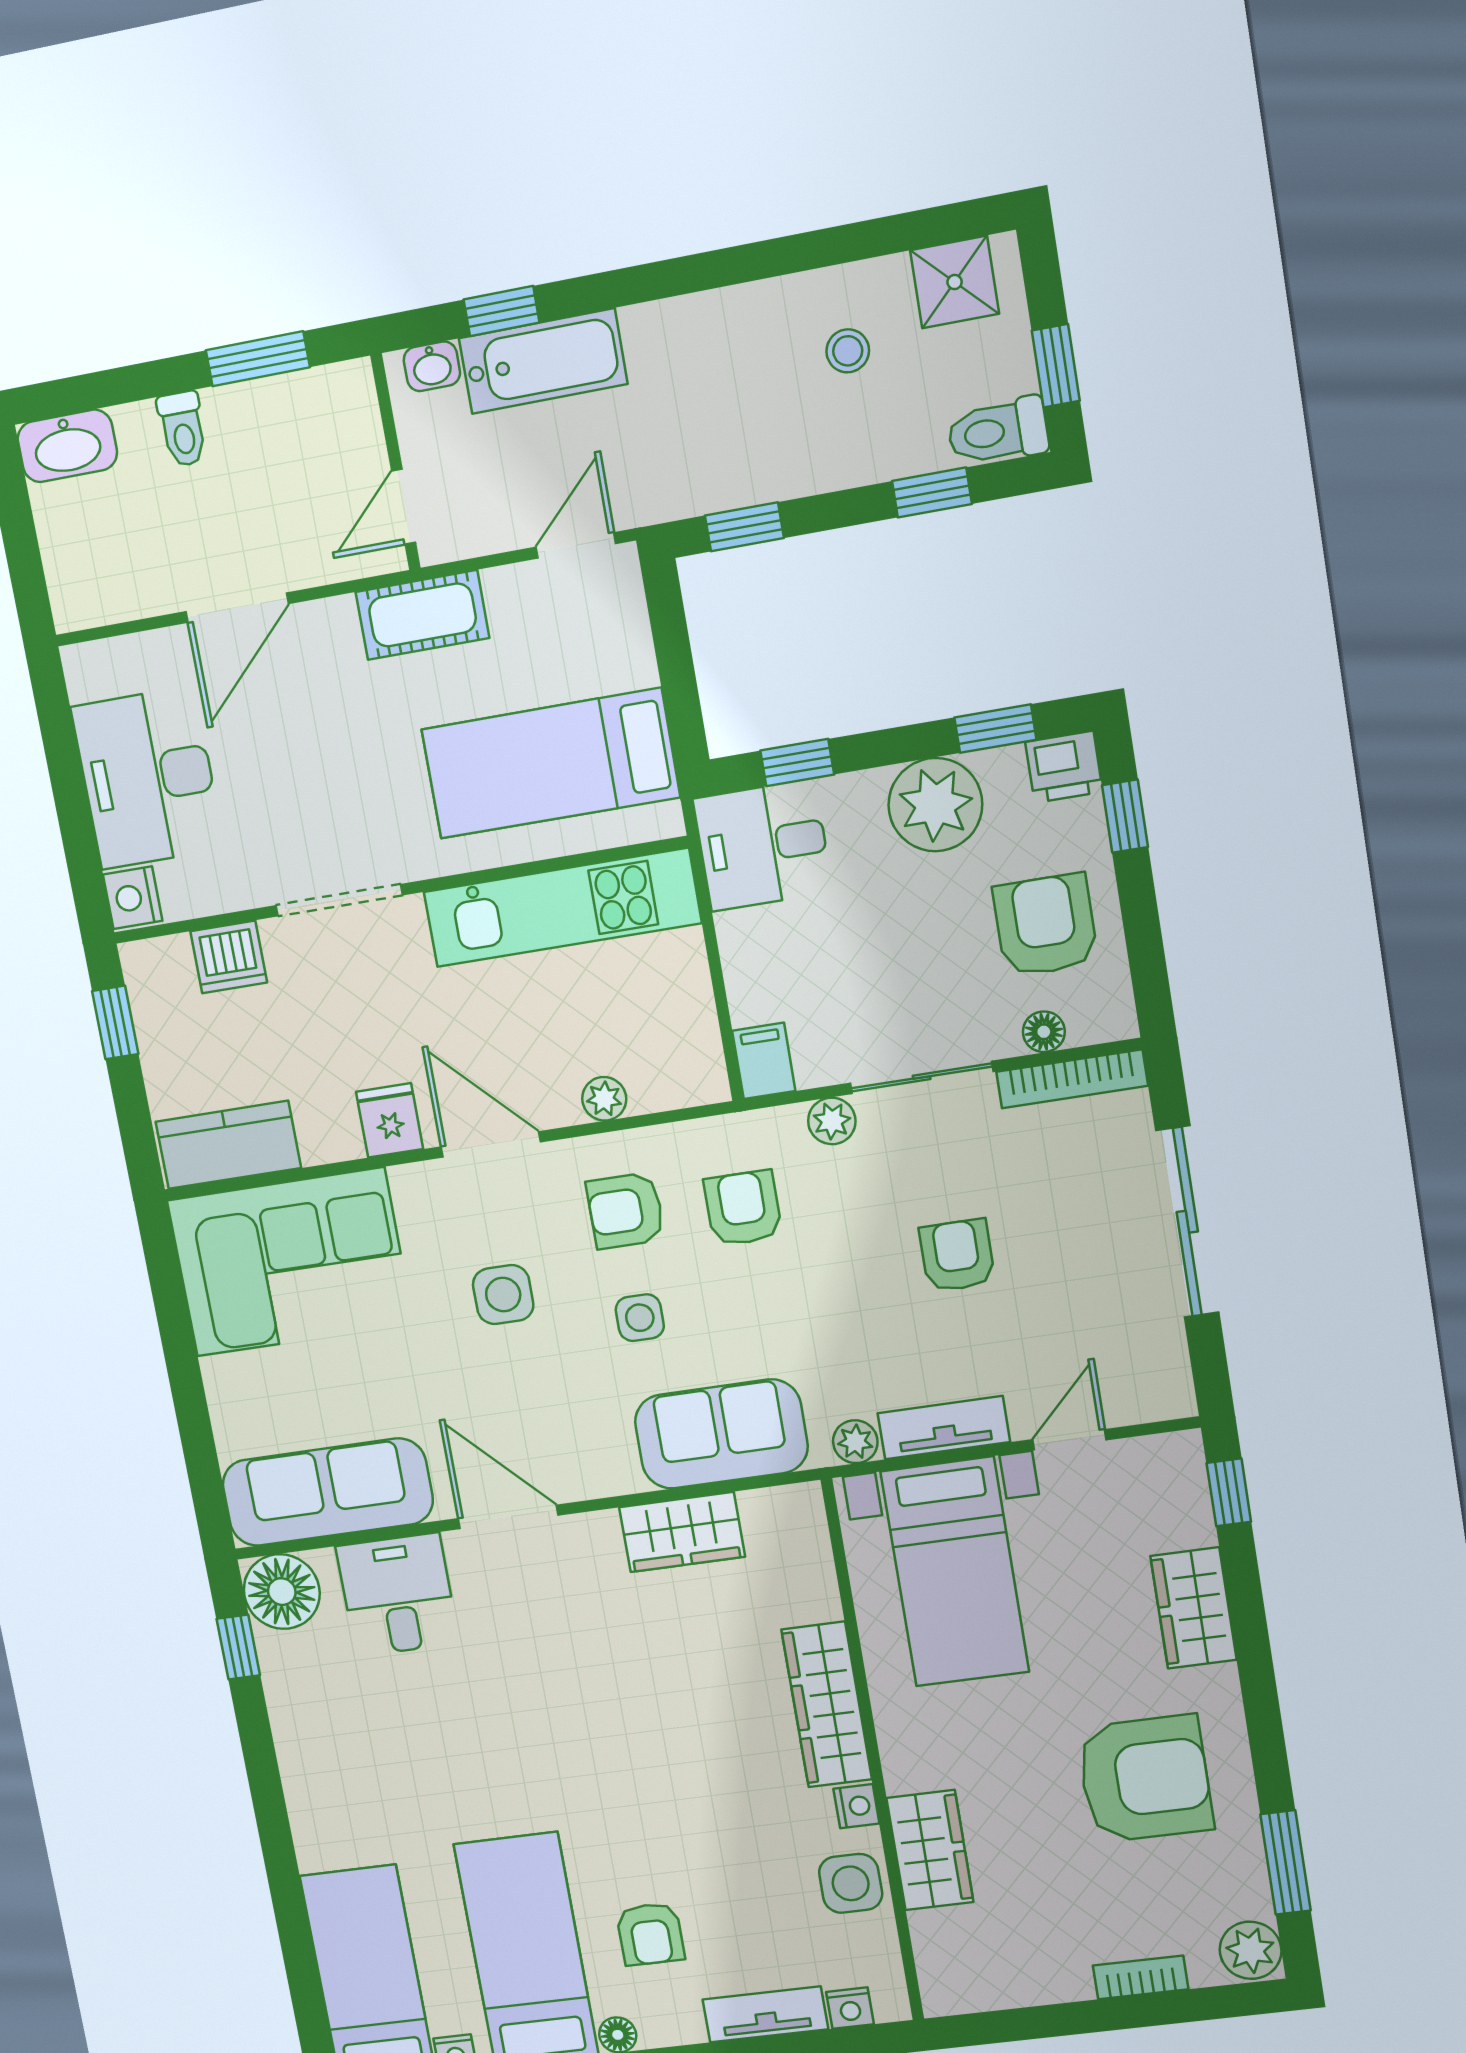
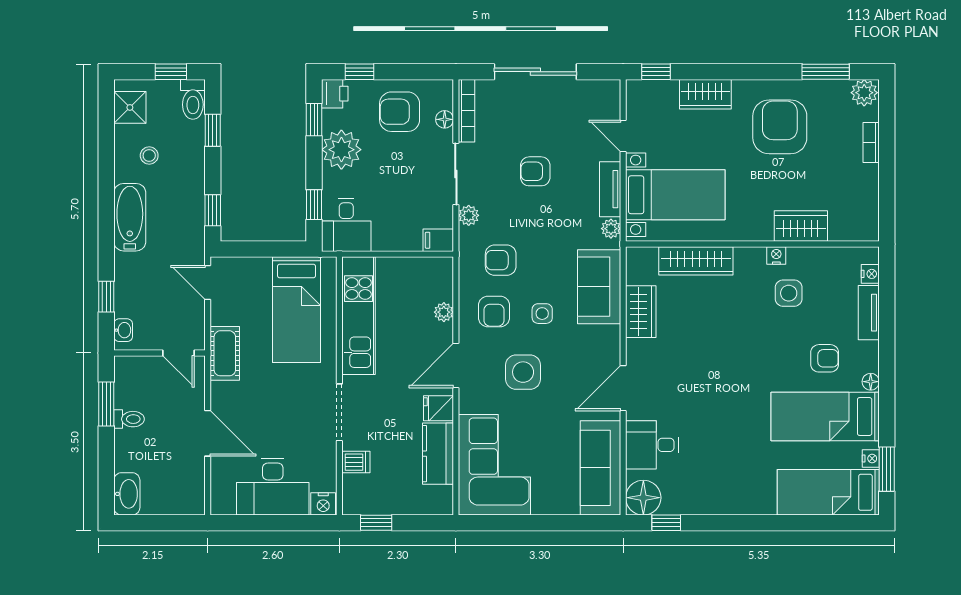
bathtub: (543, 361) -> (130, 217), moved
toilet: (183, 429) -> (129, 419), moved
dishwasher: (229, 957) -> (356, 462), width x0.73
kitchen counter: (228, 1145) -> (438, 454), moved
side table: (503, 1295) -> (523, 372), width x1.37, depth x1.37
wardrobe: (827, 1705) -> (696, 261), moved
side table: (851, 1883) -> (789, 293), moved

